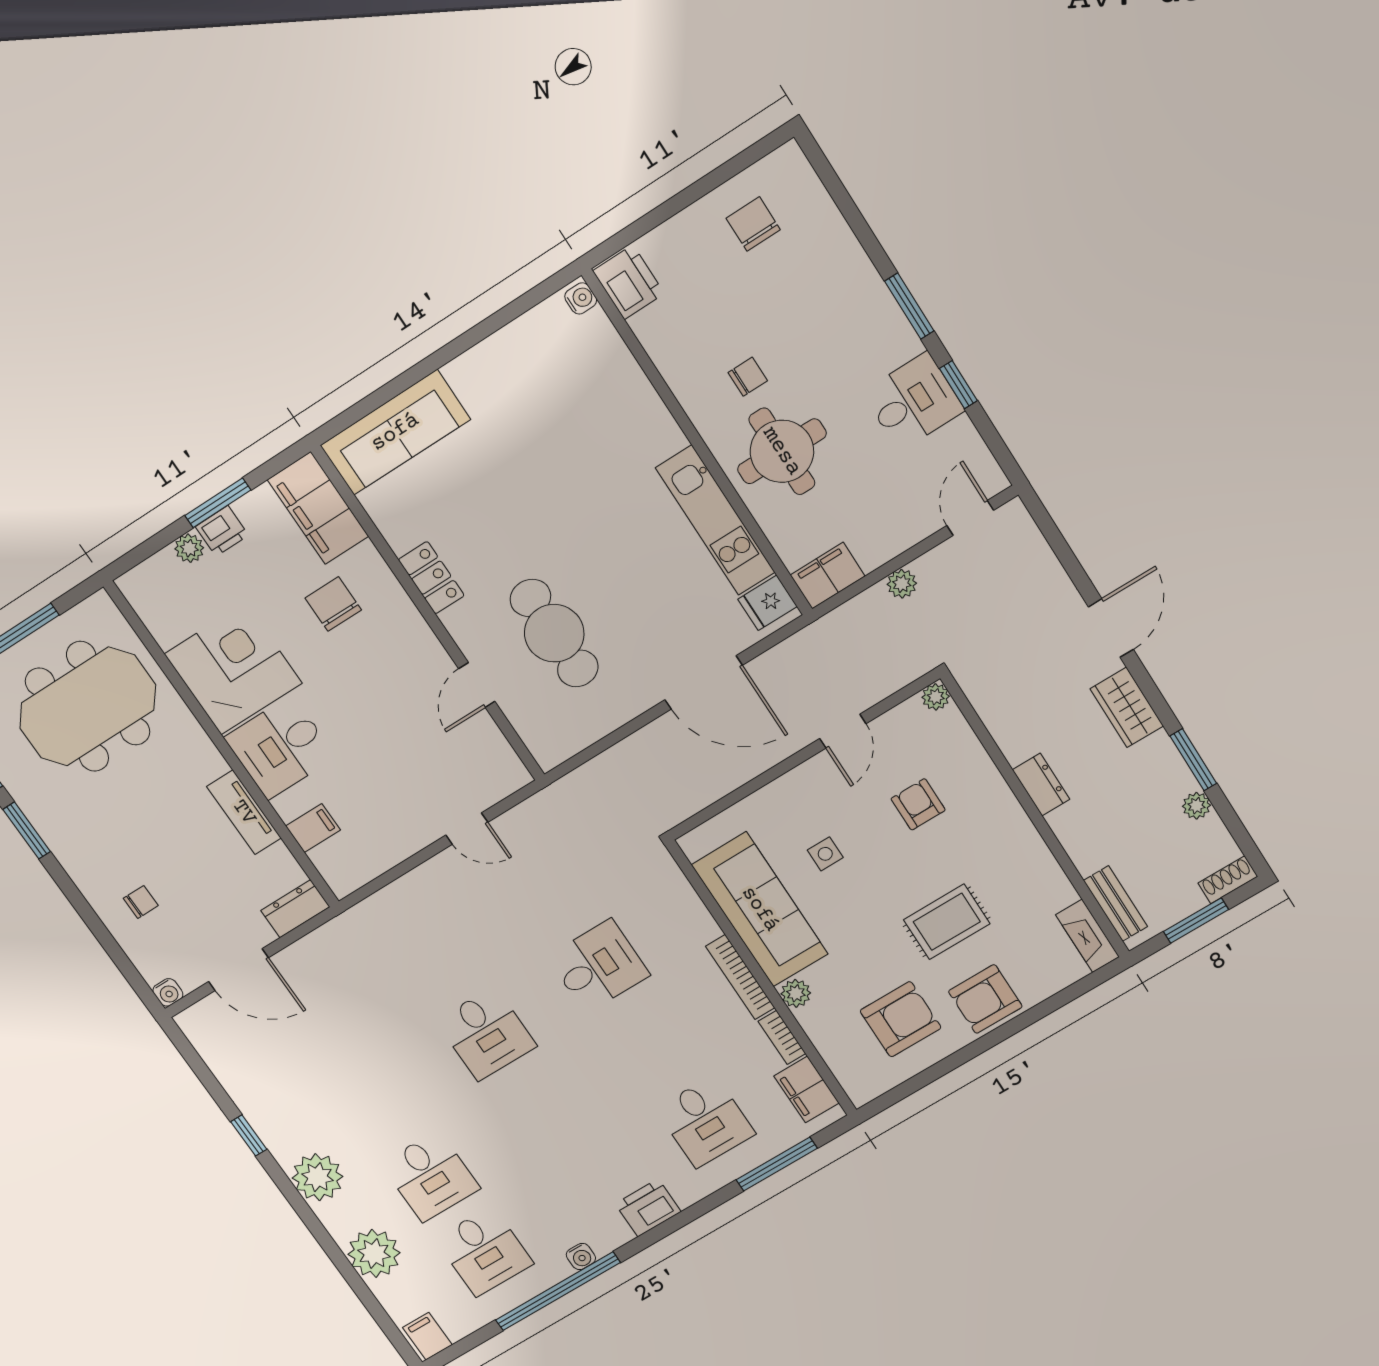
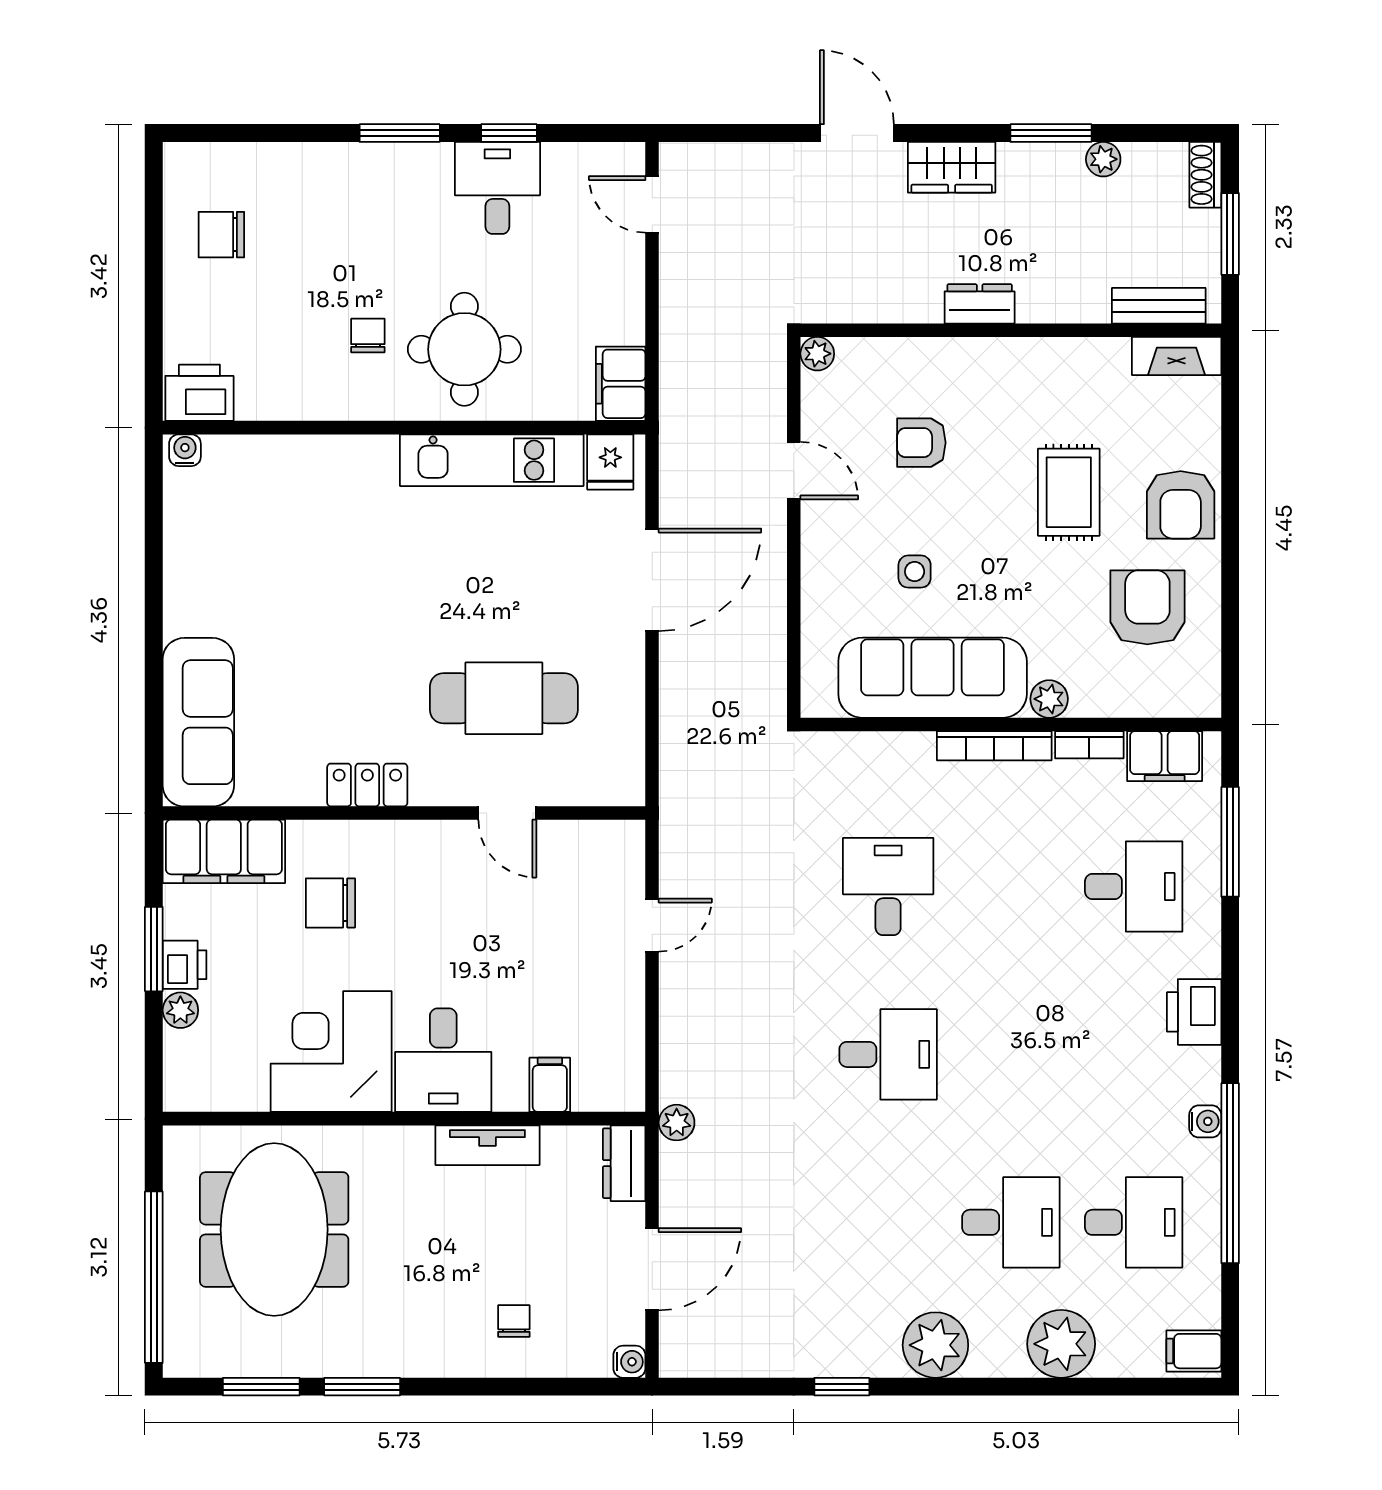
plant: (902, 584) -> (677, 1123), moved

